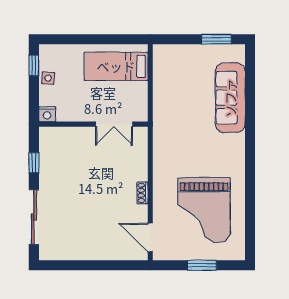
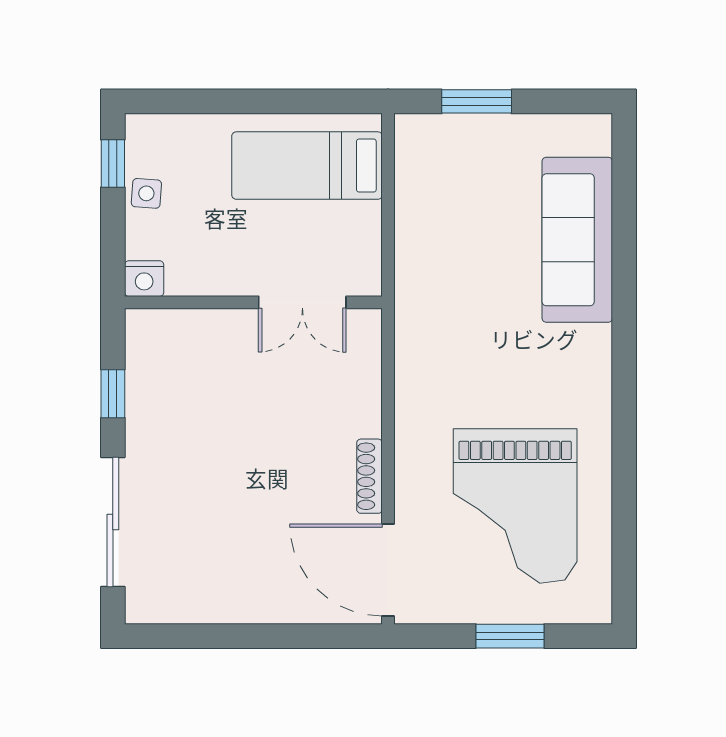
window: (216, 39) -> (477, 101), moved
shoe rack: (142, 193) -> (369, 476), width x1.43
door: (150, 237) -> (388, 570), width x1.36

